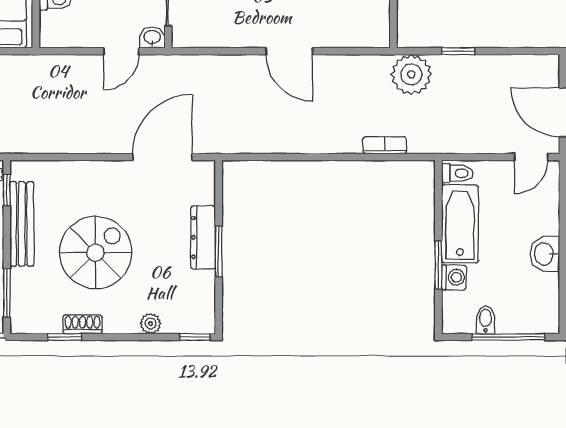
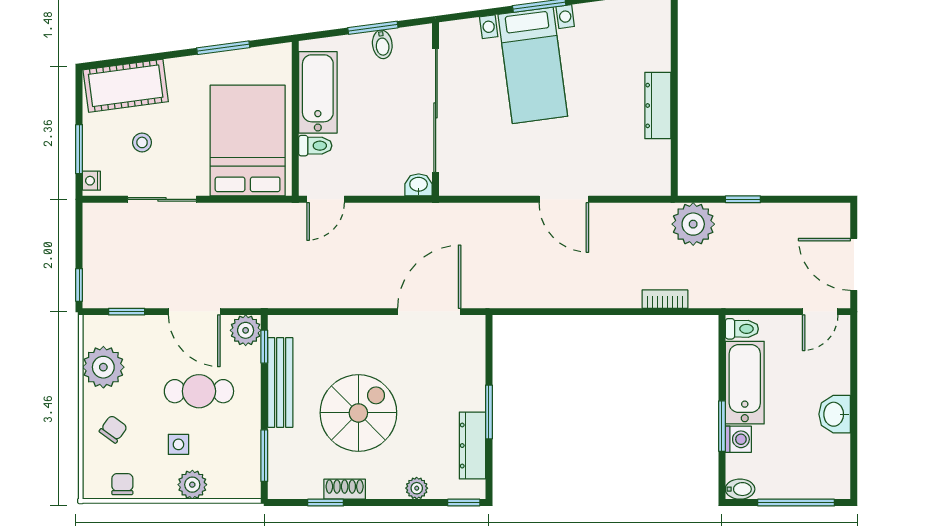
door: (121, 51) -> (326, 199), moved
dresser: (203, 237) -> (472, 446), moved
bidet: (485, 320) -> (740, 489), moved, turned 90

